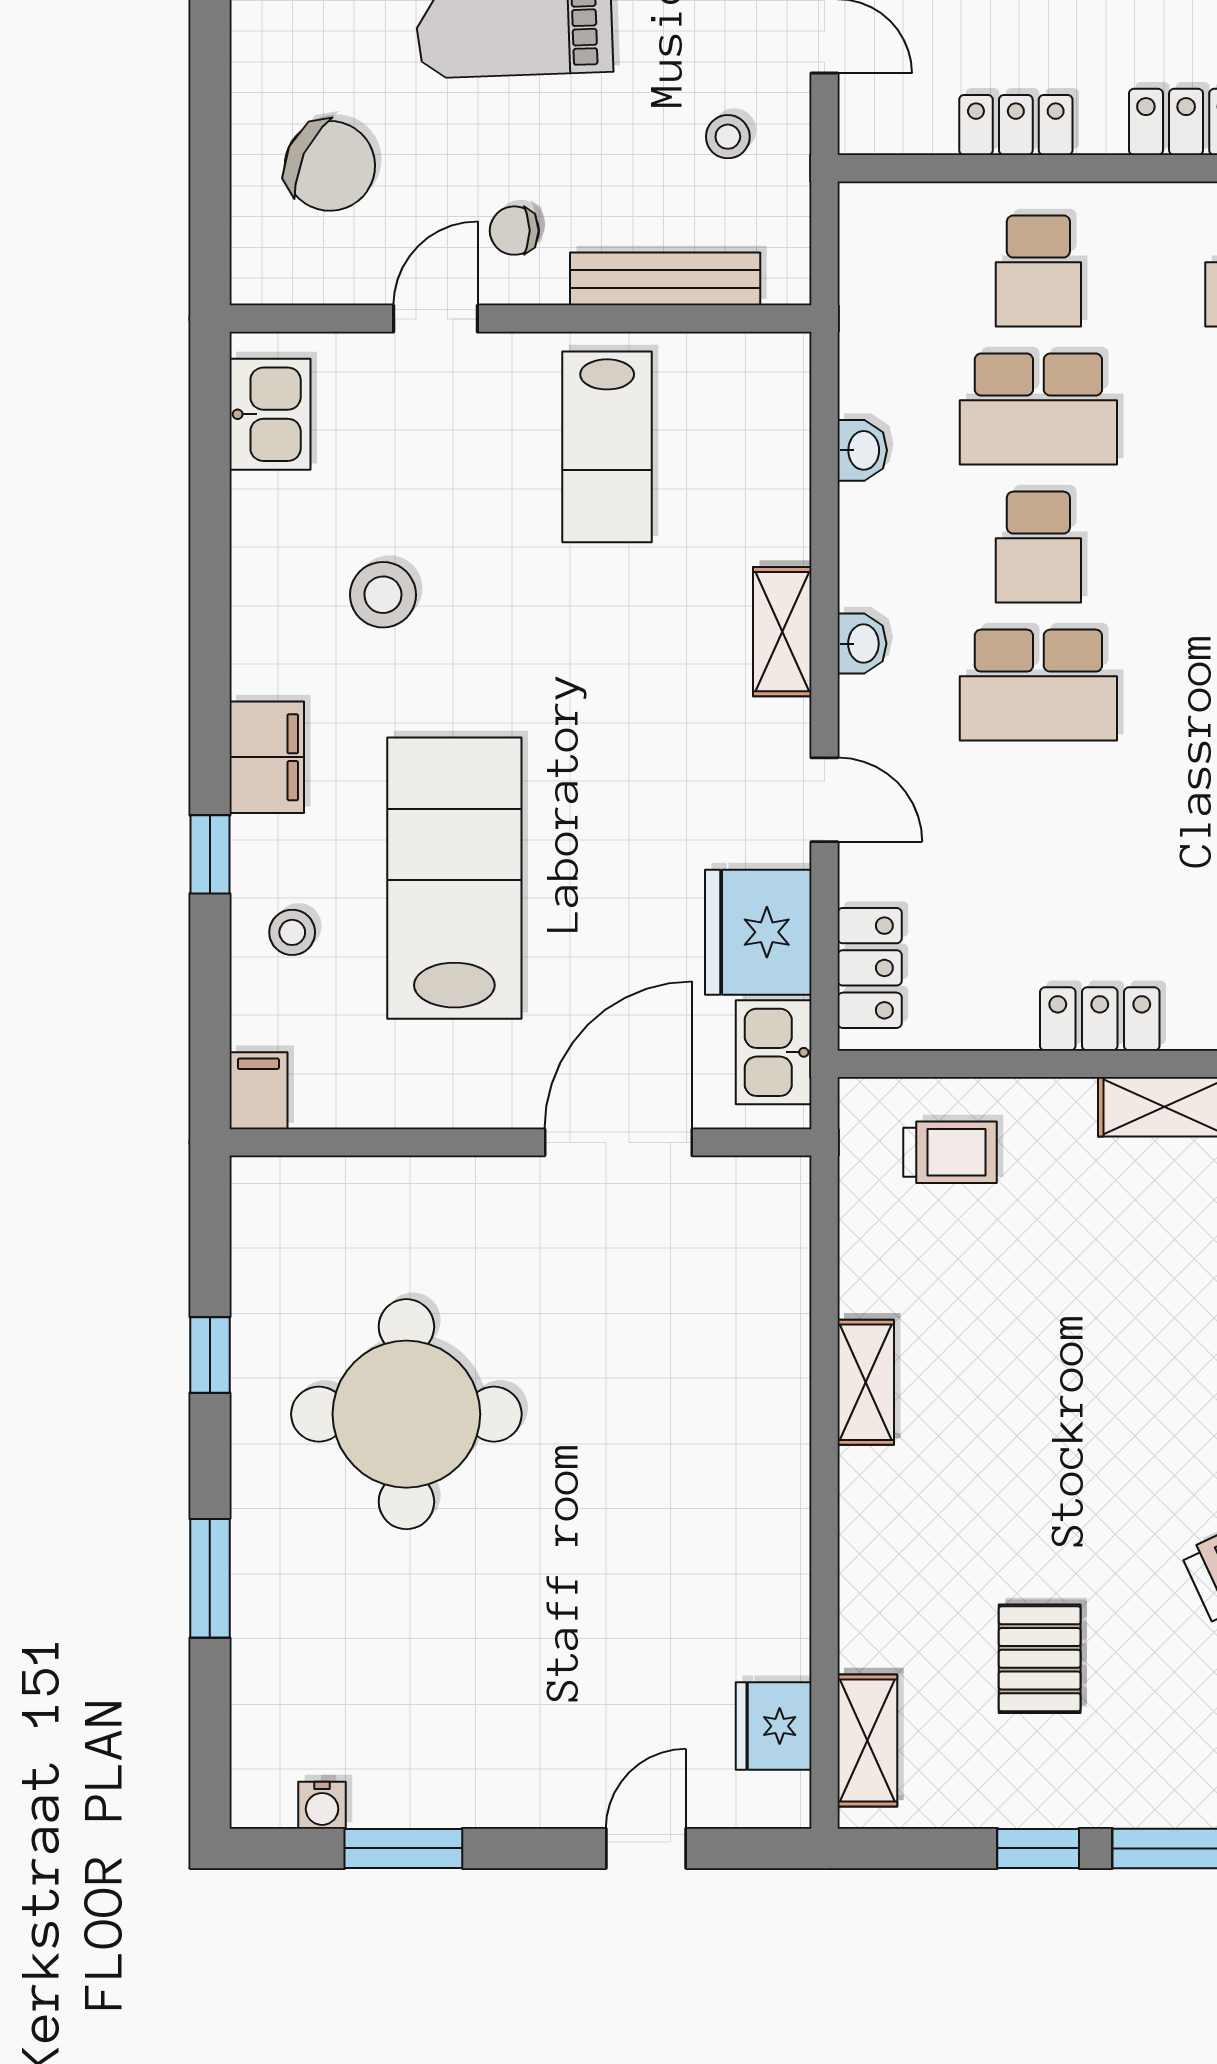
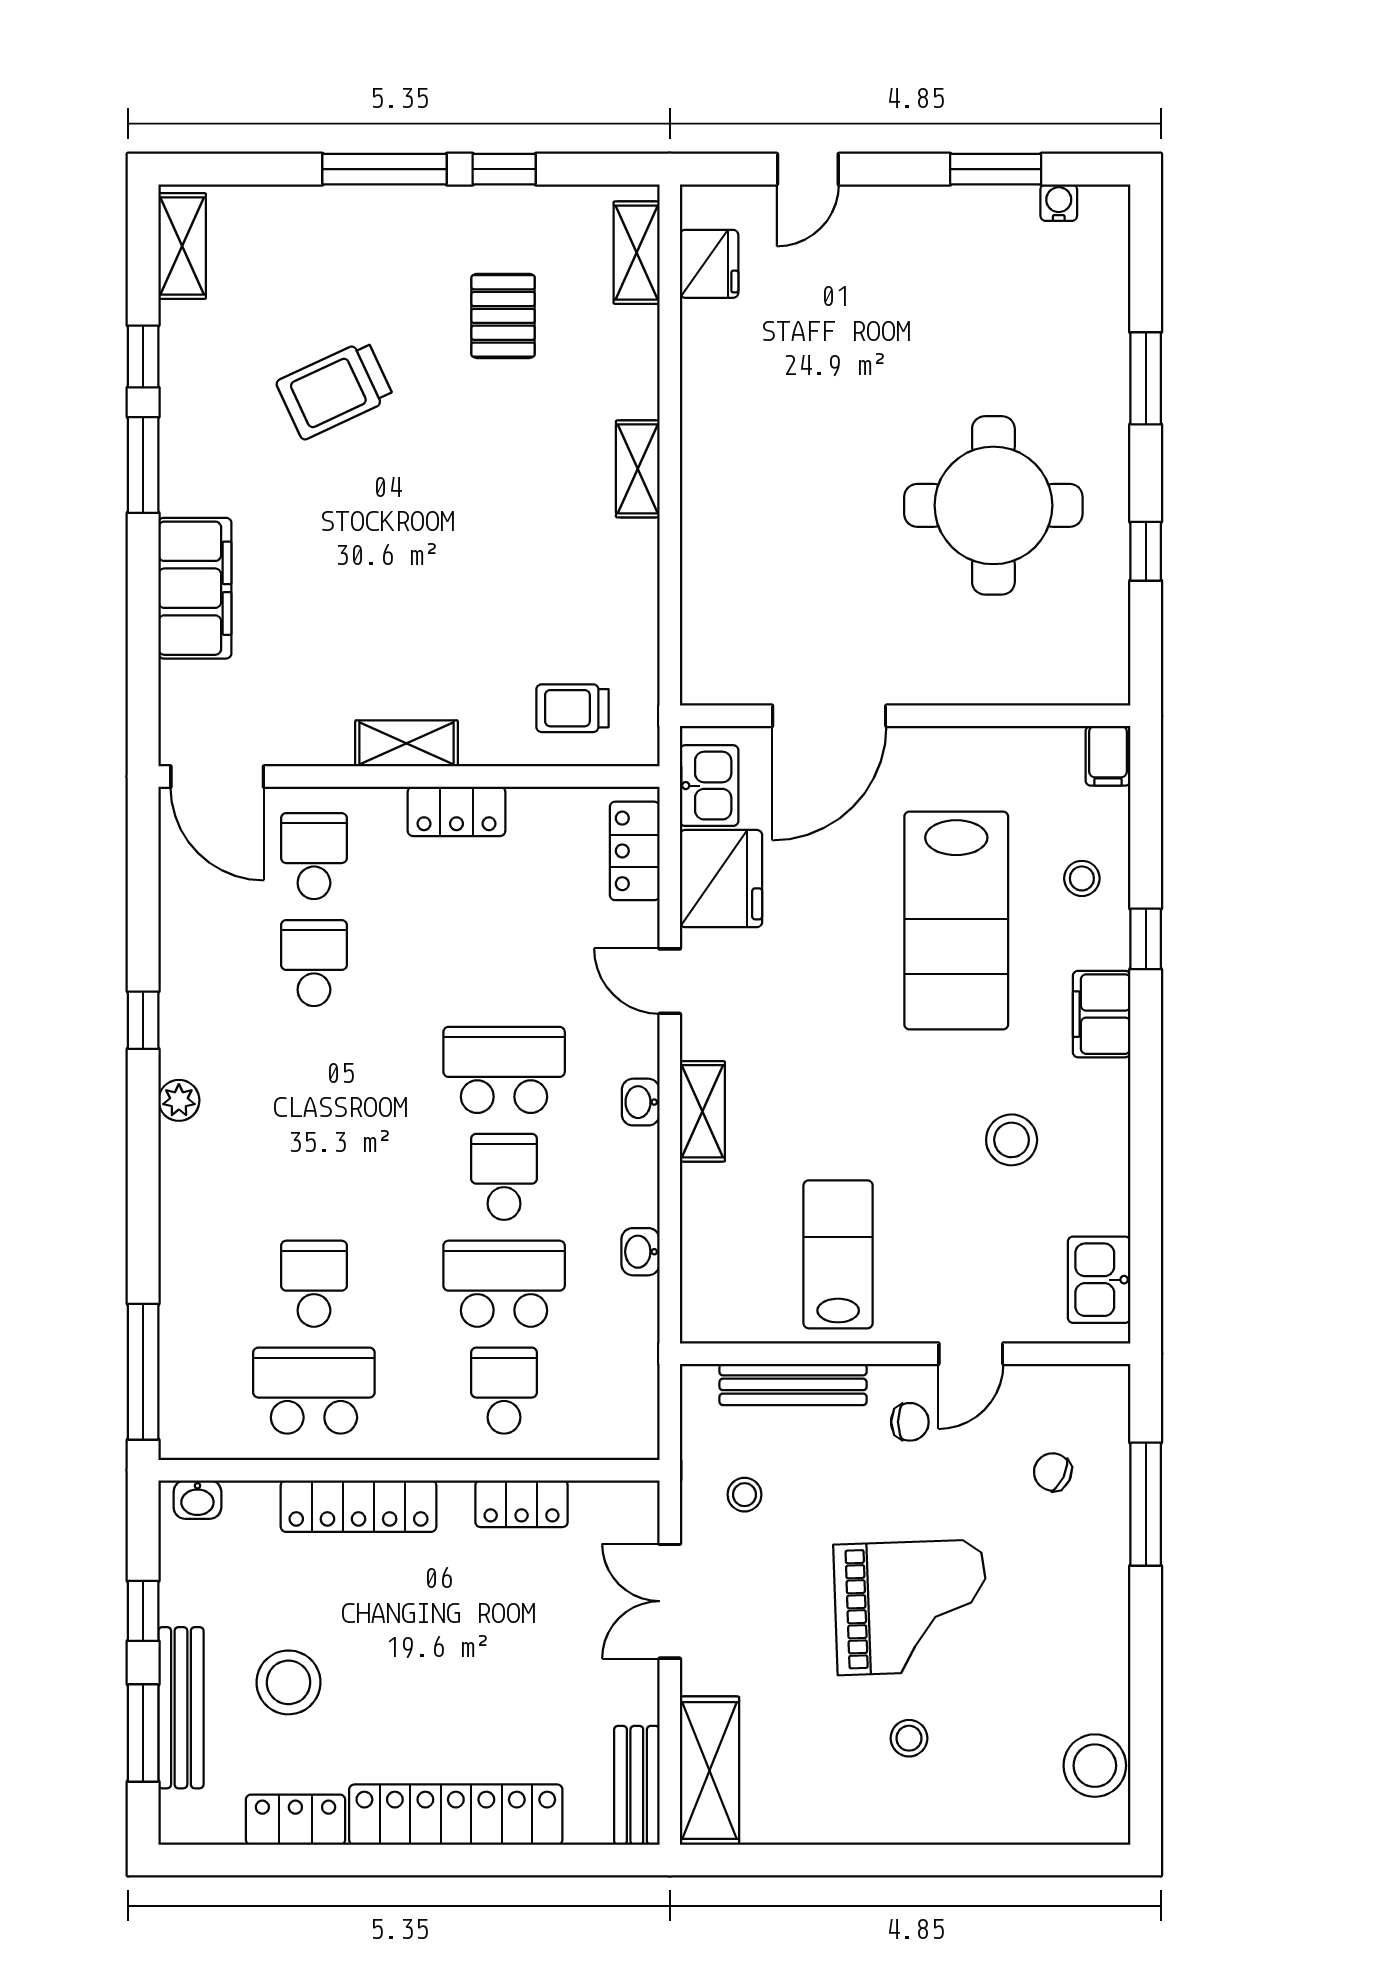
window: (210, 124) -> (1146, 1504), added
chair: (330, 166) -> (1053, 1472), width x0.54, depth x0.54
shelving: (866, 1382) -> (638, 469), moved

